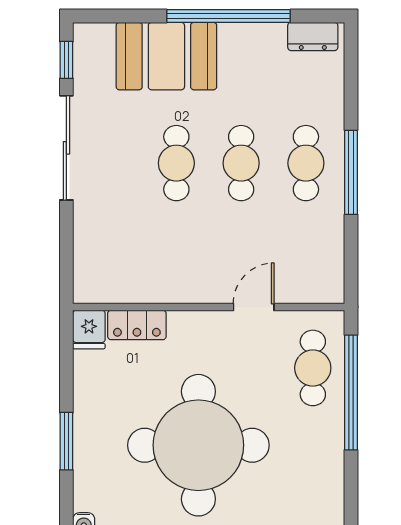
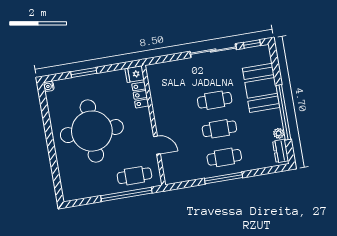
plant: (273, 34) -> (279, 133), added

